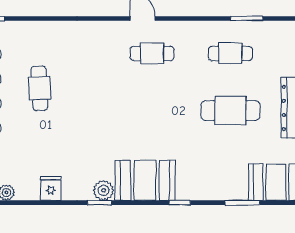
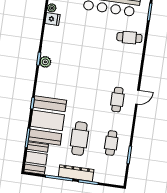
cafe table: (39, 88) -> (129, 38), moved
booth: (145, 180) -> (47, 120), moved, width x1.36, depth x1.42
fridge: (51, 188) -> (53, 19), moved

